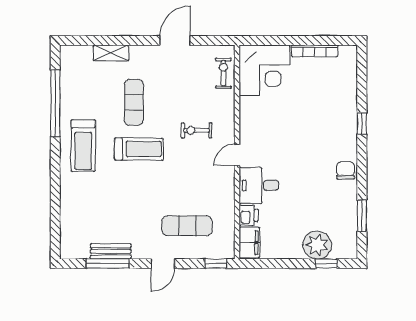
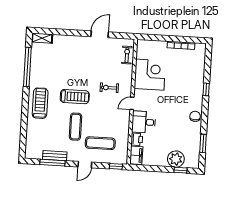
shelving: (111, 53) -> (42, 38), moved
corner desk: (264, 70) -> (150, 75), moved, turned -90
exercise mat: (134, 102) -> (75, 127), moved
treadmill: (83, 146) -> (40, 103), moved, turned 180

